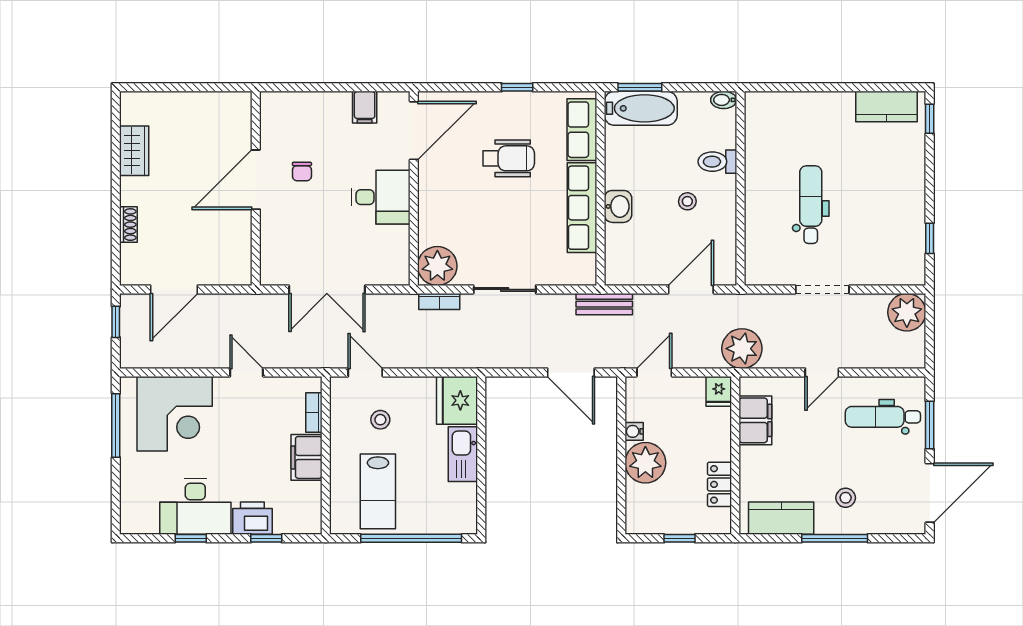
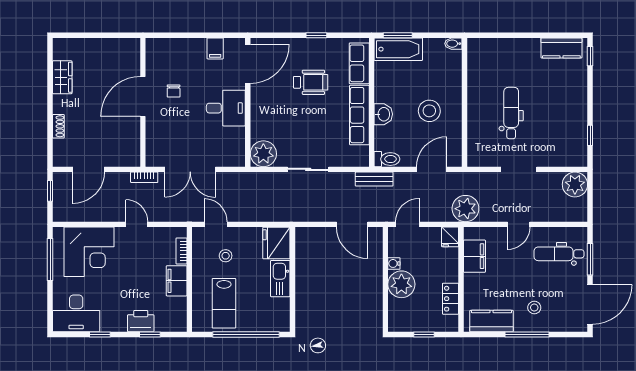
toilet: (717, 162) -> (387, 159), moved, turned 180
stool: (687, 201) -> (429, 111), width x1.89, depth x1.89
bookcase: (439, 301) -> (144, 177), moved
desk: (195, 507) -> (76, 313), moved

